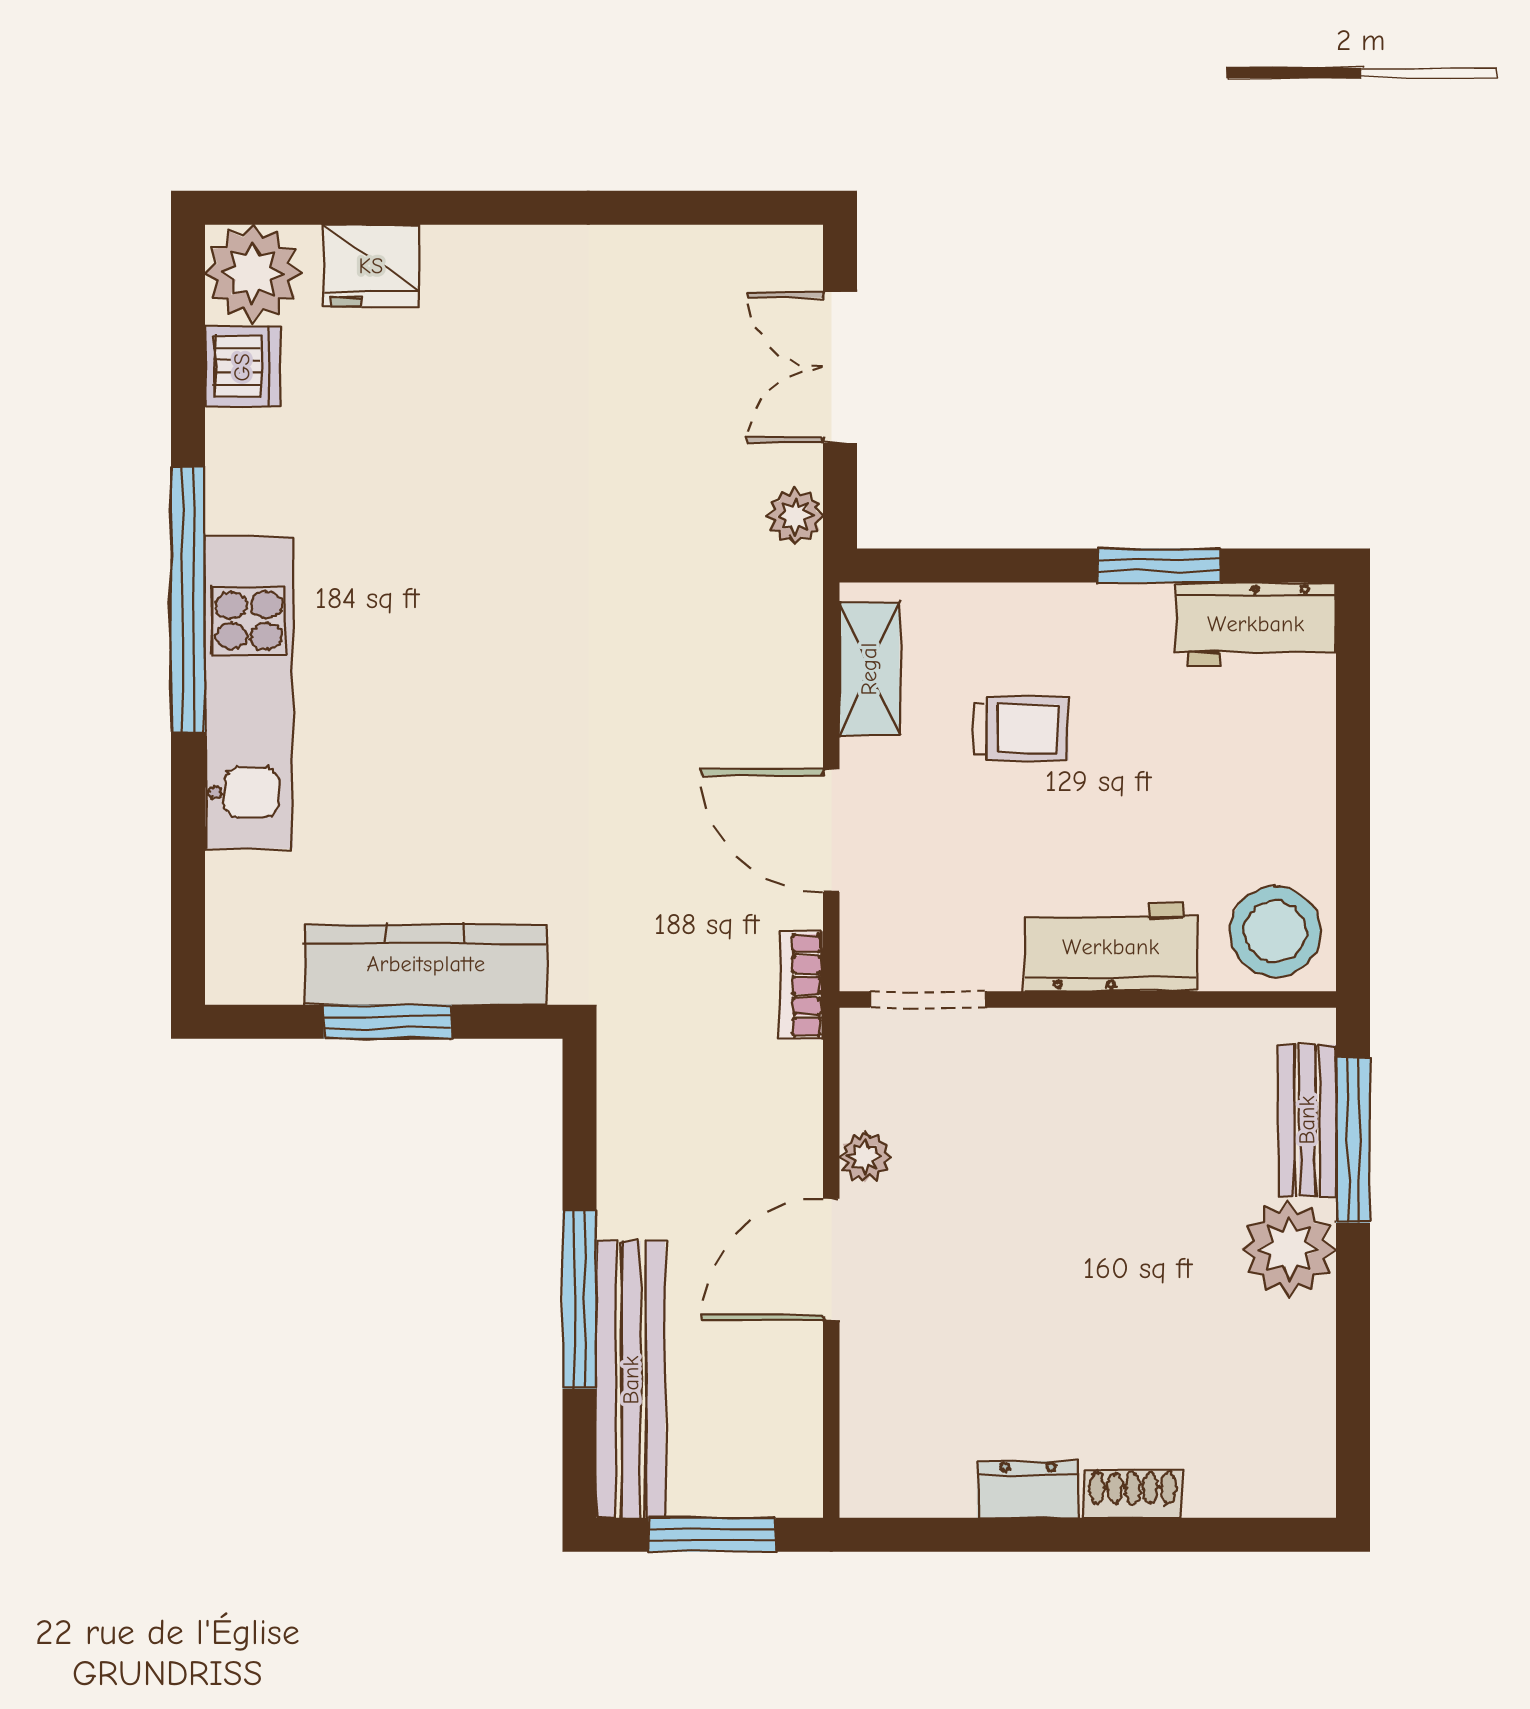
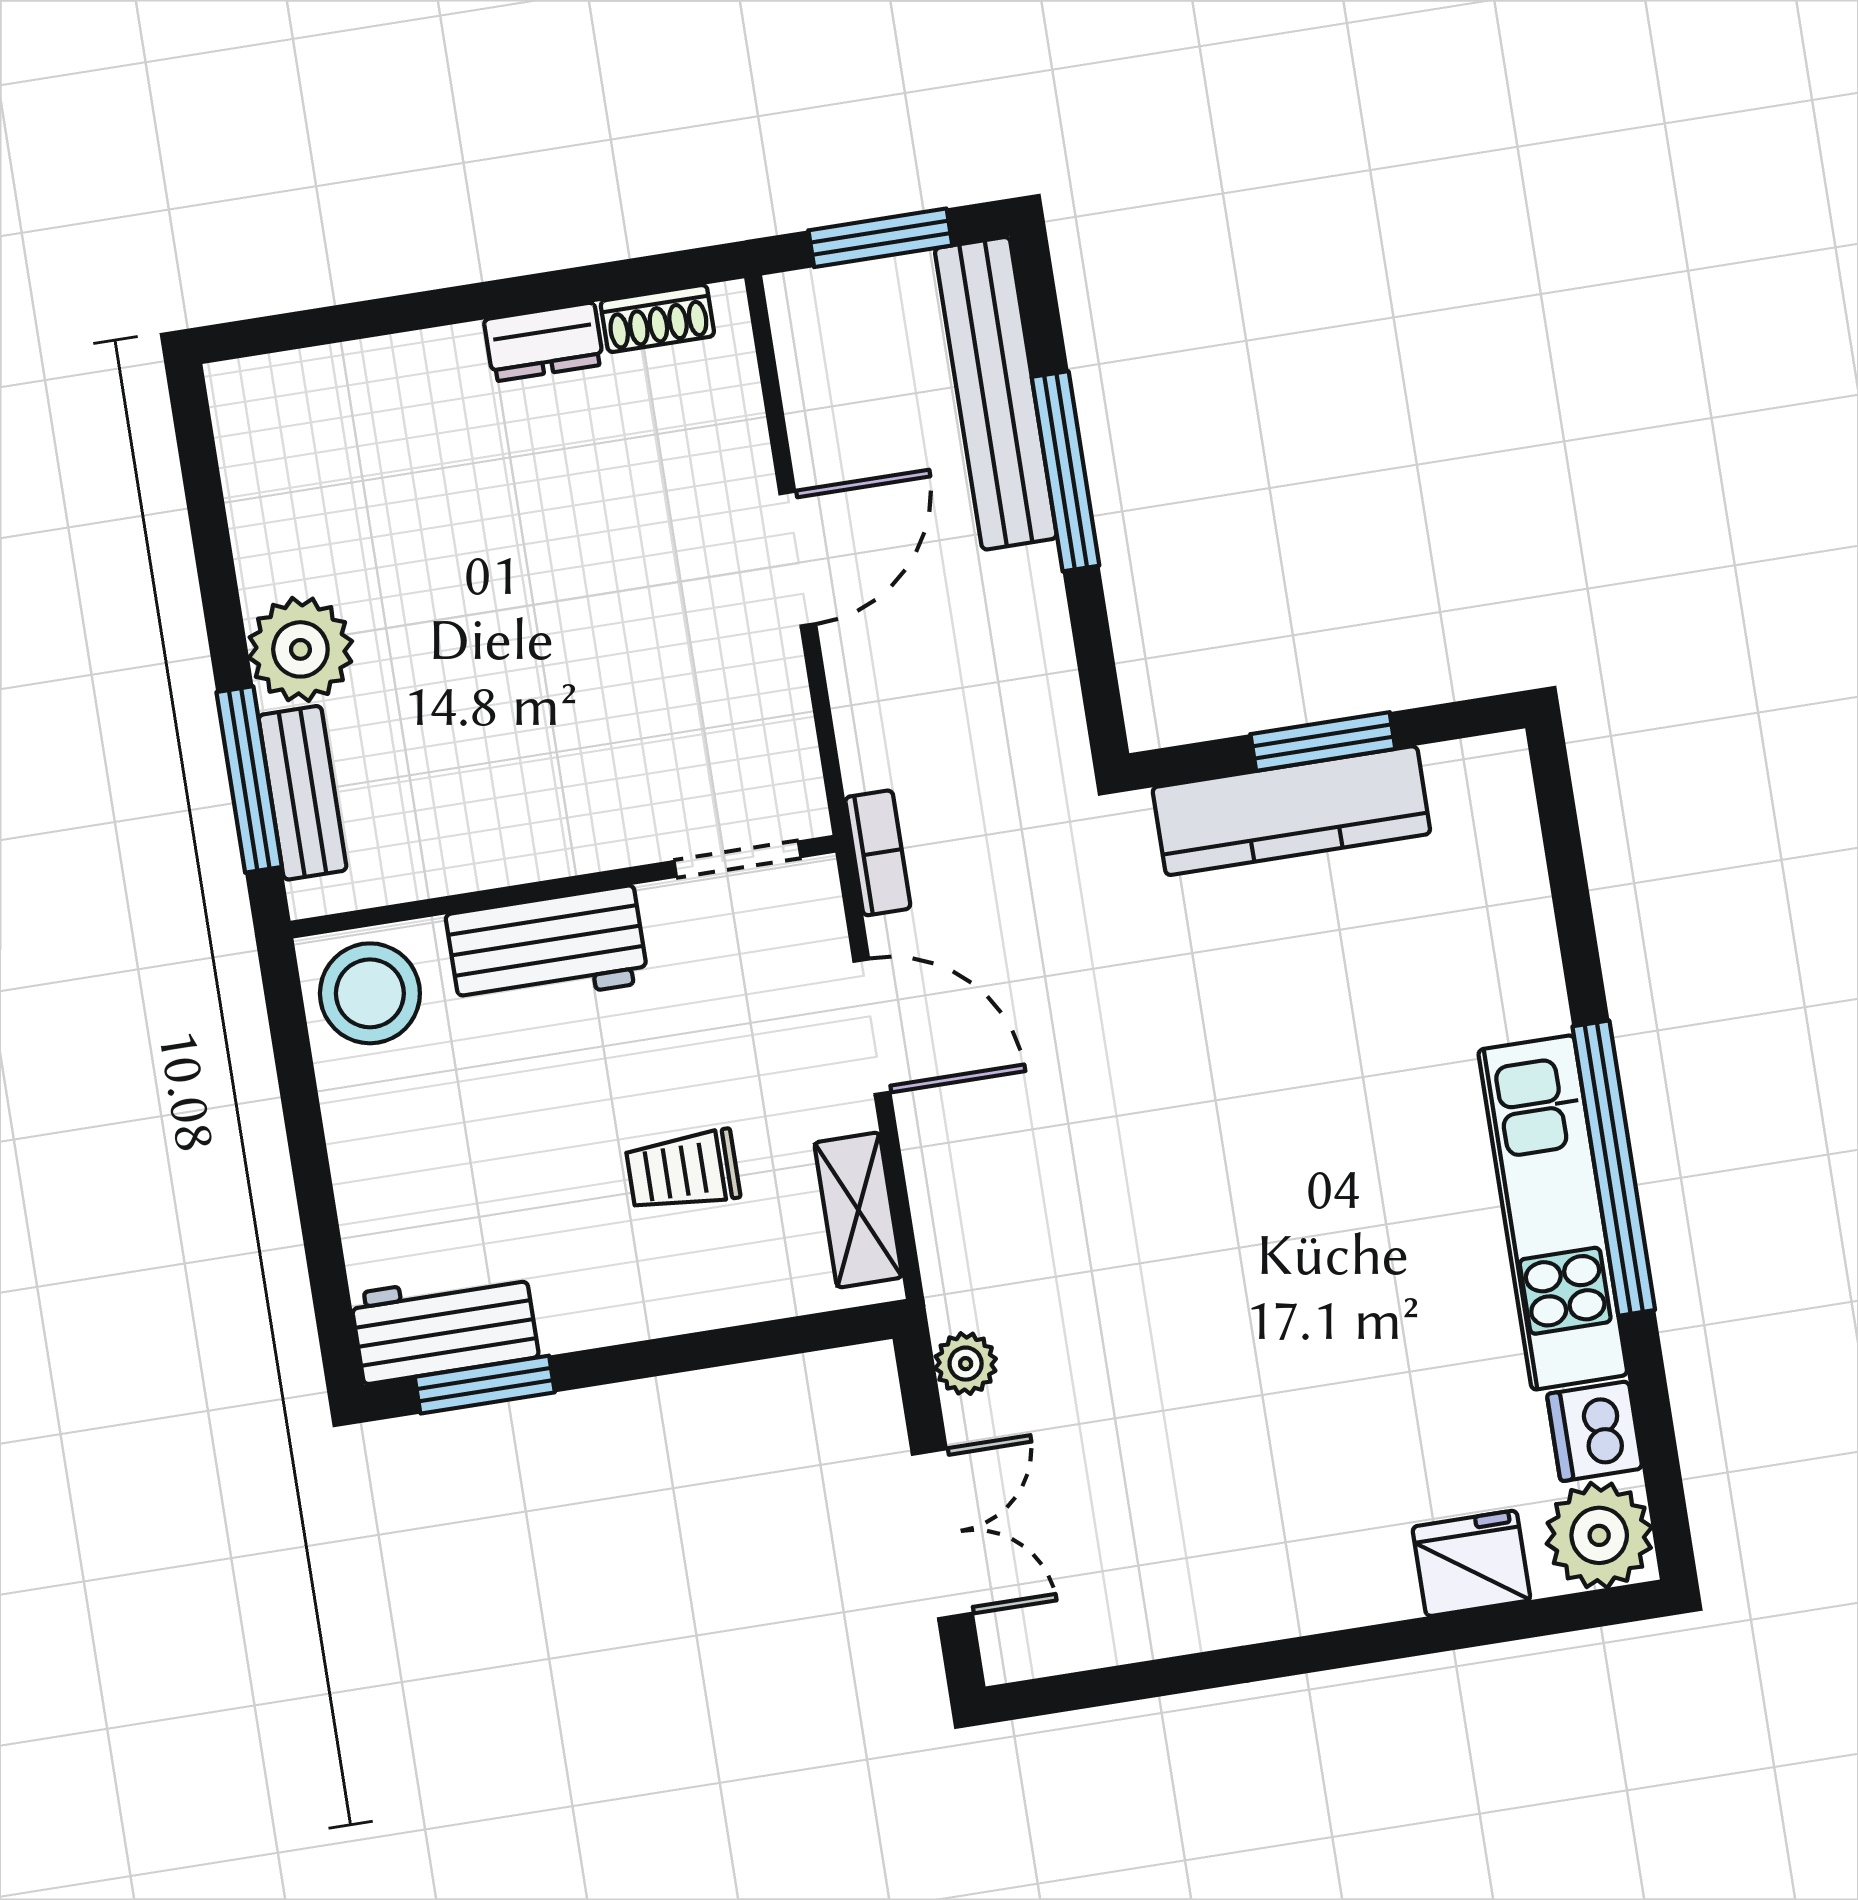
window: (1159, 566) -> (485, 1385), moved
kitchen unit: (249, 693) -> (1553, 1212), moved
plant: (865, 1157) -> (779, 677), removed
shoe rack: (1133, 1494) -> (657, 319), moved

